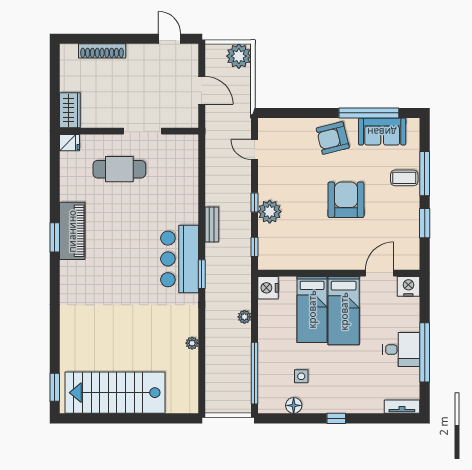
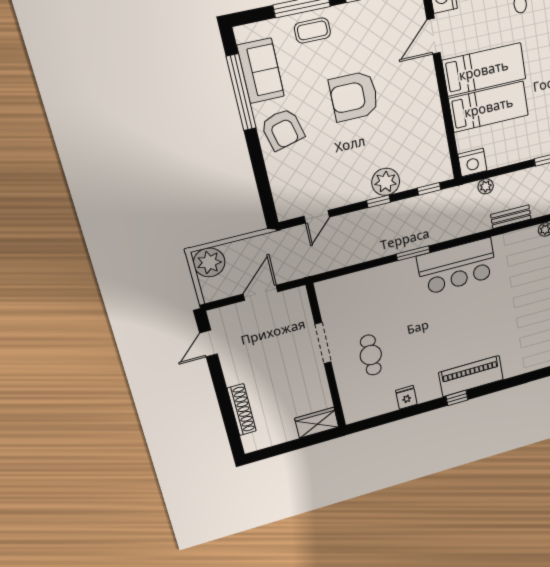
fridge: (70, 143) -> (406, 397), moved
cafe table: (119, 169) -> (371, 355), width x0.73, depth x0.74
coffee table: (404, 178) -> (312, 30), turned 90
bench: (212, 225) -> (511, 217), moved
piano: (72, 231) -> (471, 376), moved
window: (55, 237) -> (457, 398), width x0.67
door: (380, 273) -> (434, 36), hinge flipped
window: (202, 274) -> (413, 253), moved
plant: (244, 317) -> (486, 186), moved

